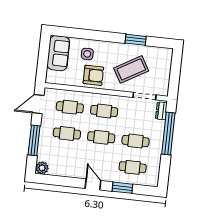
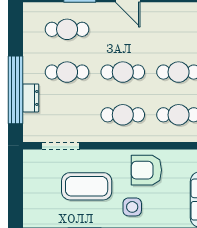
side table: (87, 54) -> (132, 207), moved
coffee table: (131, 69) -> (87, 186), turned 30
dresser: (161, 111) -> (31, 98), moved

